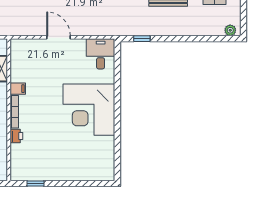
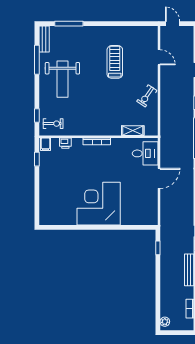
desk: (101, 54) -> (145, 153), moved
filing cabinet: (18, 89) -> (45, 144), moved
printer: (16, 136) -> (65, 143), moved

